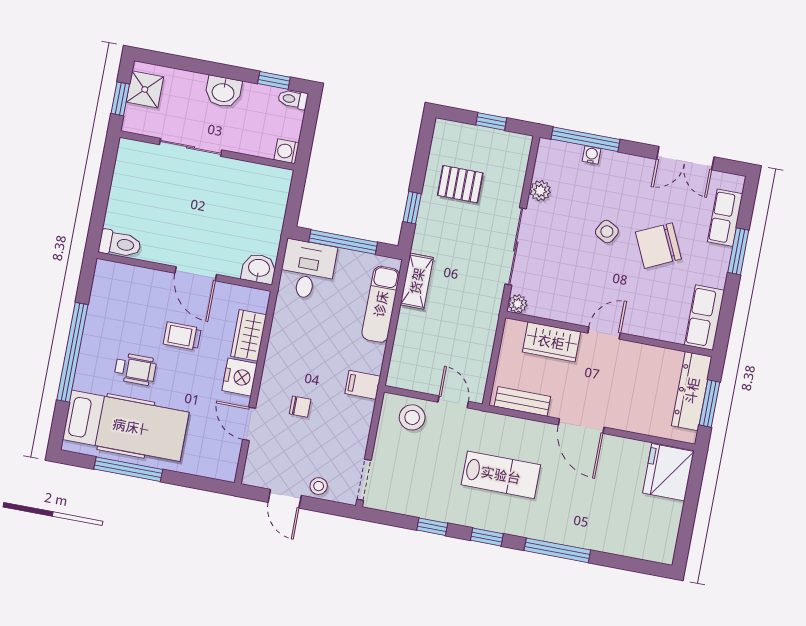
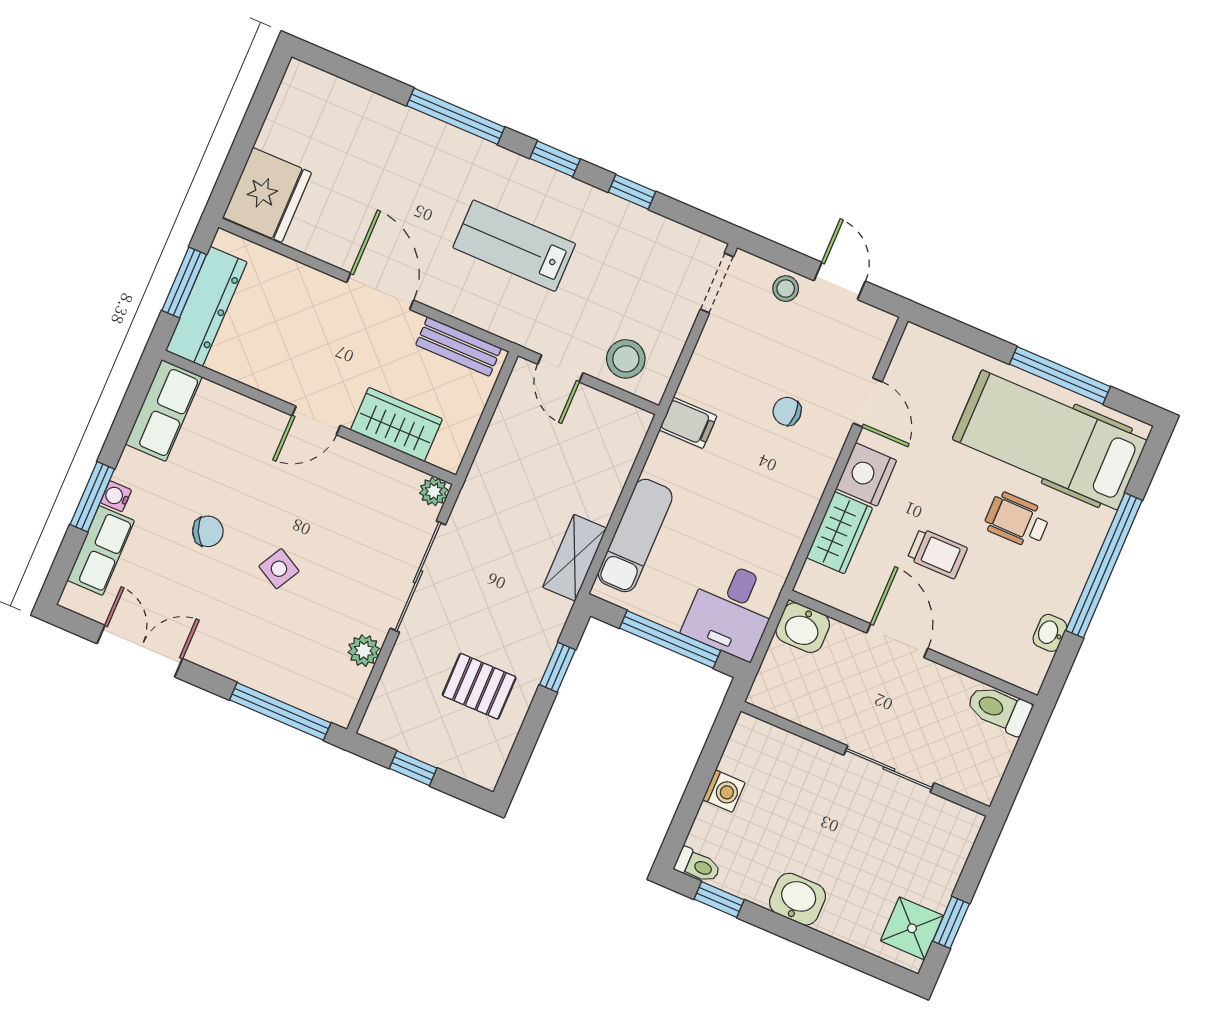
sliding door: (191, 147) -> (889, 769), moved
wall: (207, 150) -> (865, 759), moved
water cooler: (591, 155) -> (116, 496), moved, turned 90
chair: (658, 246) -> (208, 531), width x0.54, depth x0.54
washbasin: (98, 301) -> (1050, 633), added

